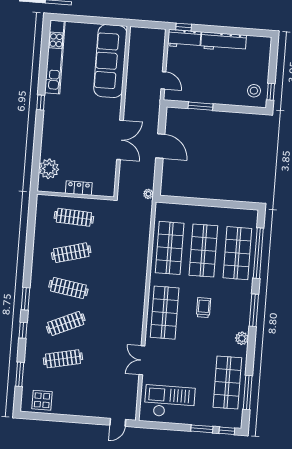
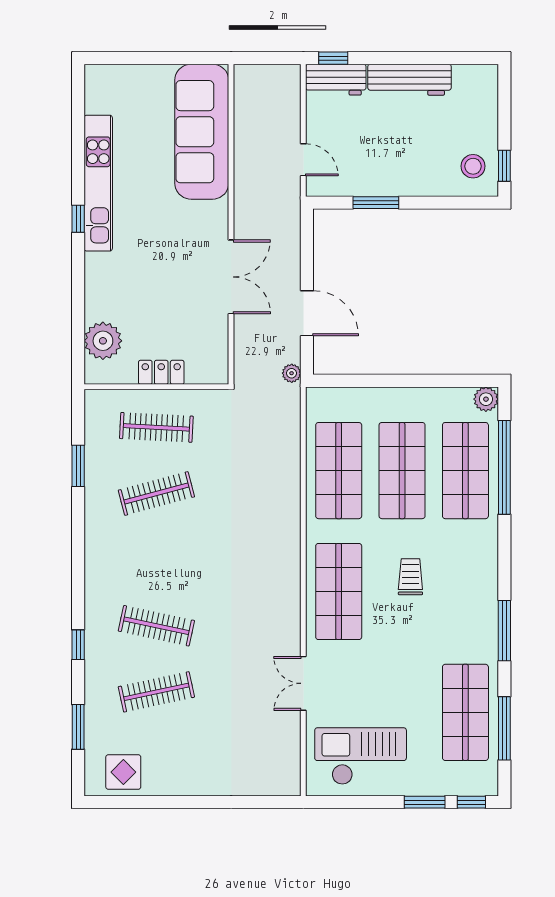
kitchen unit: (55, 57) -> (98, 183), moved
door: (160, 146) -> (307, 313), moved
clothes rail: (68, 288) -> (156, 560), removed
window: (25, 299) -> (78, 466), moved
window: (254, 310) -> (504, 631), moved
clothes rail: (66, 323) -> (156, 626), turned 36
plant: (242, 338) -> (486, 399), moved
door: (118, 422) -> (267, 802), removed

